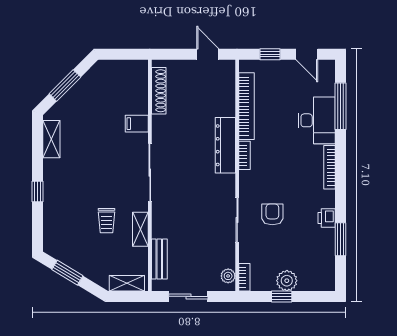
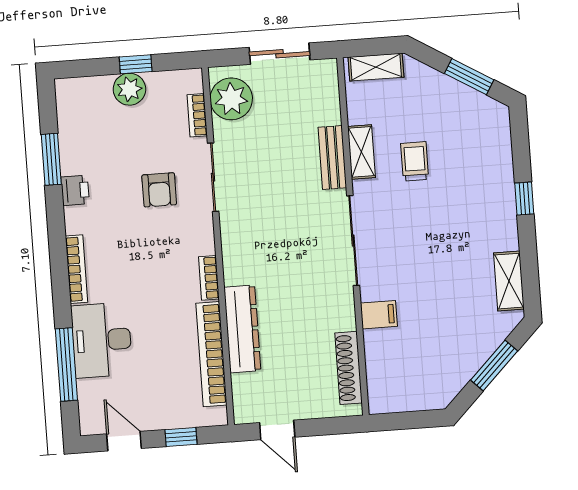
dresser: (225, 145) -> (242, 329), moved
bench: (159, 259) -> (332, 158), moved
plant: (228, 276) -> (231, 99), width x1.87, depth x1.87
bookcase: (244, 277) -> (197, 115), moved

